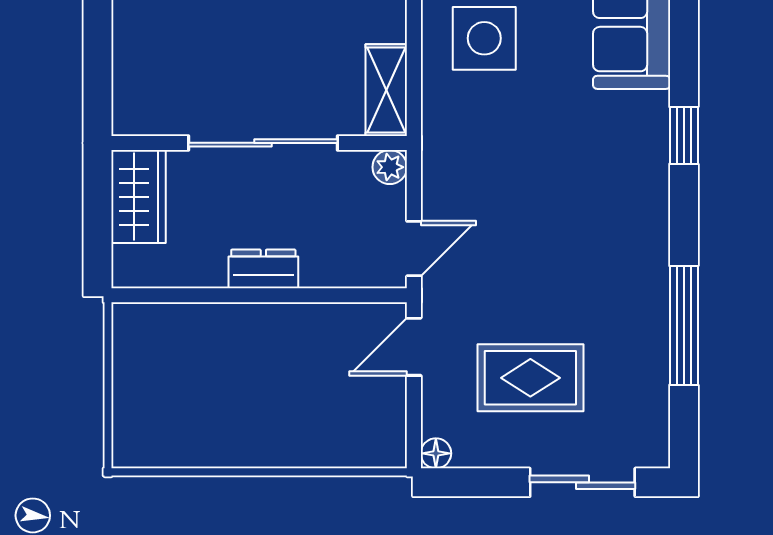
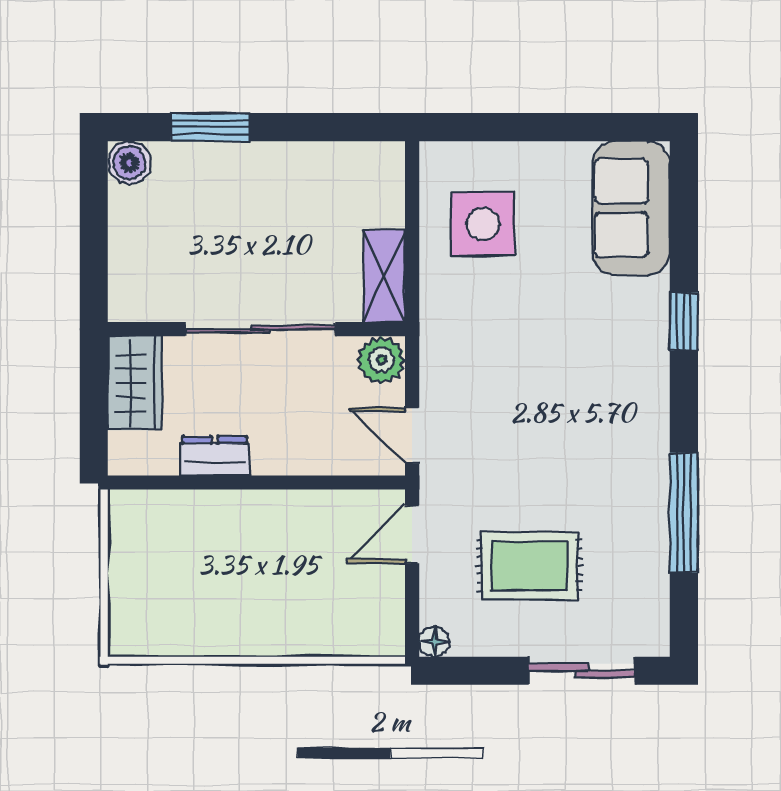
plant: (390, 167) -> (381, 360), width x1.38, depth x1.38
door: (414, 249) -> (412, 435), swing flipped
dresser: (263, 269) -> (215, 456), moved

